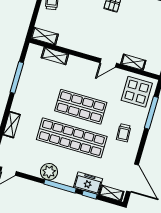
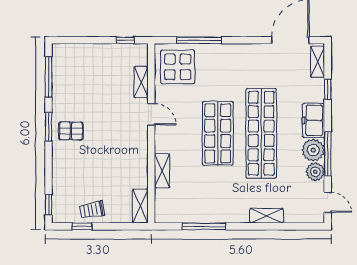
shelving: (55, 56) -> (162, 171), moved
trolley: (124, 133) -> (235, 68), removed
plant: (33, 169) -> (315, 172), added
freezer: (88, 183) -> (313, 120), moved
window: (60, 186) -> (328, 154), moved

